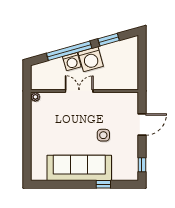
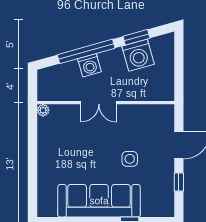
washing machine: (91, 59) -> (138, 55), moved
double door: (79, 91) -> (99, 103), swing flipped
window: (142, 165) -> (179, 182), moved

